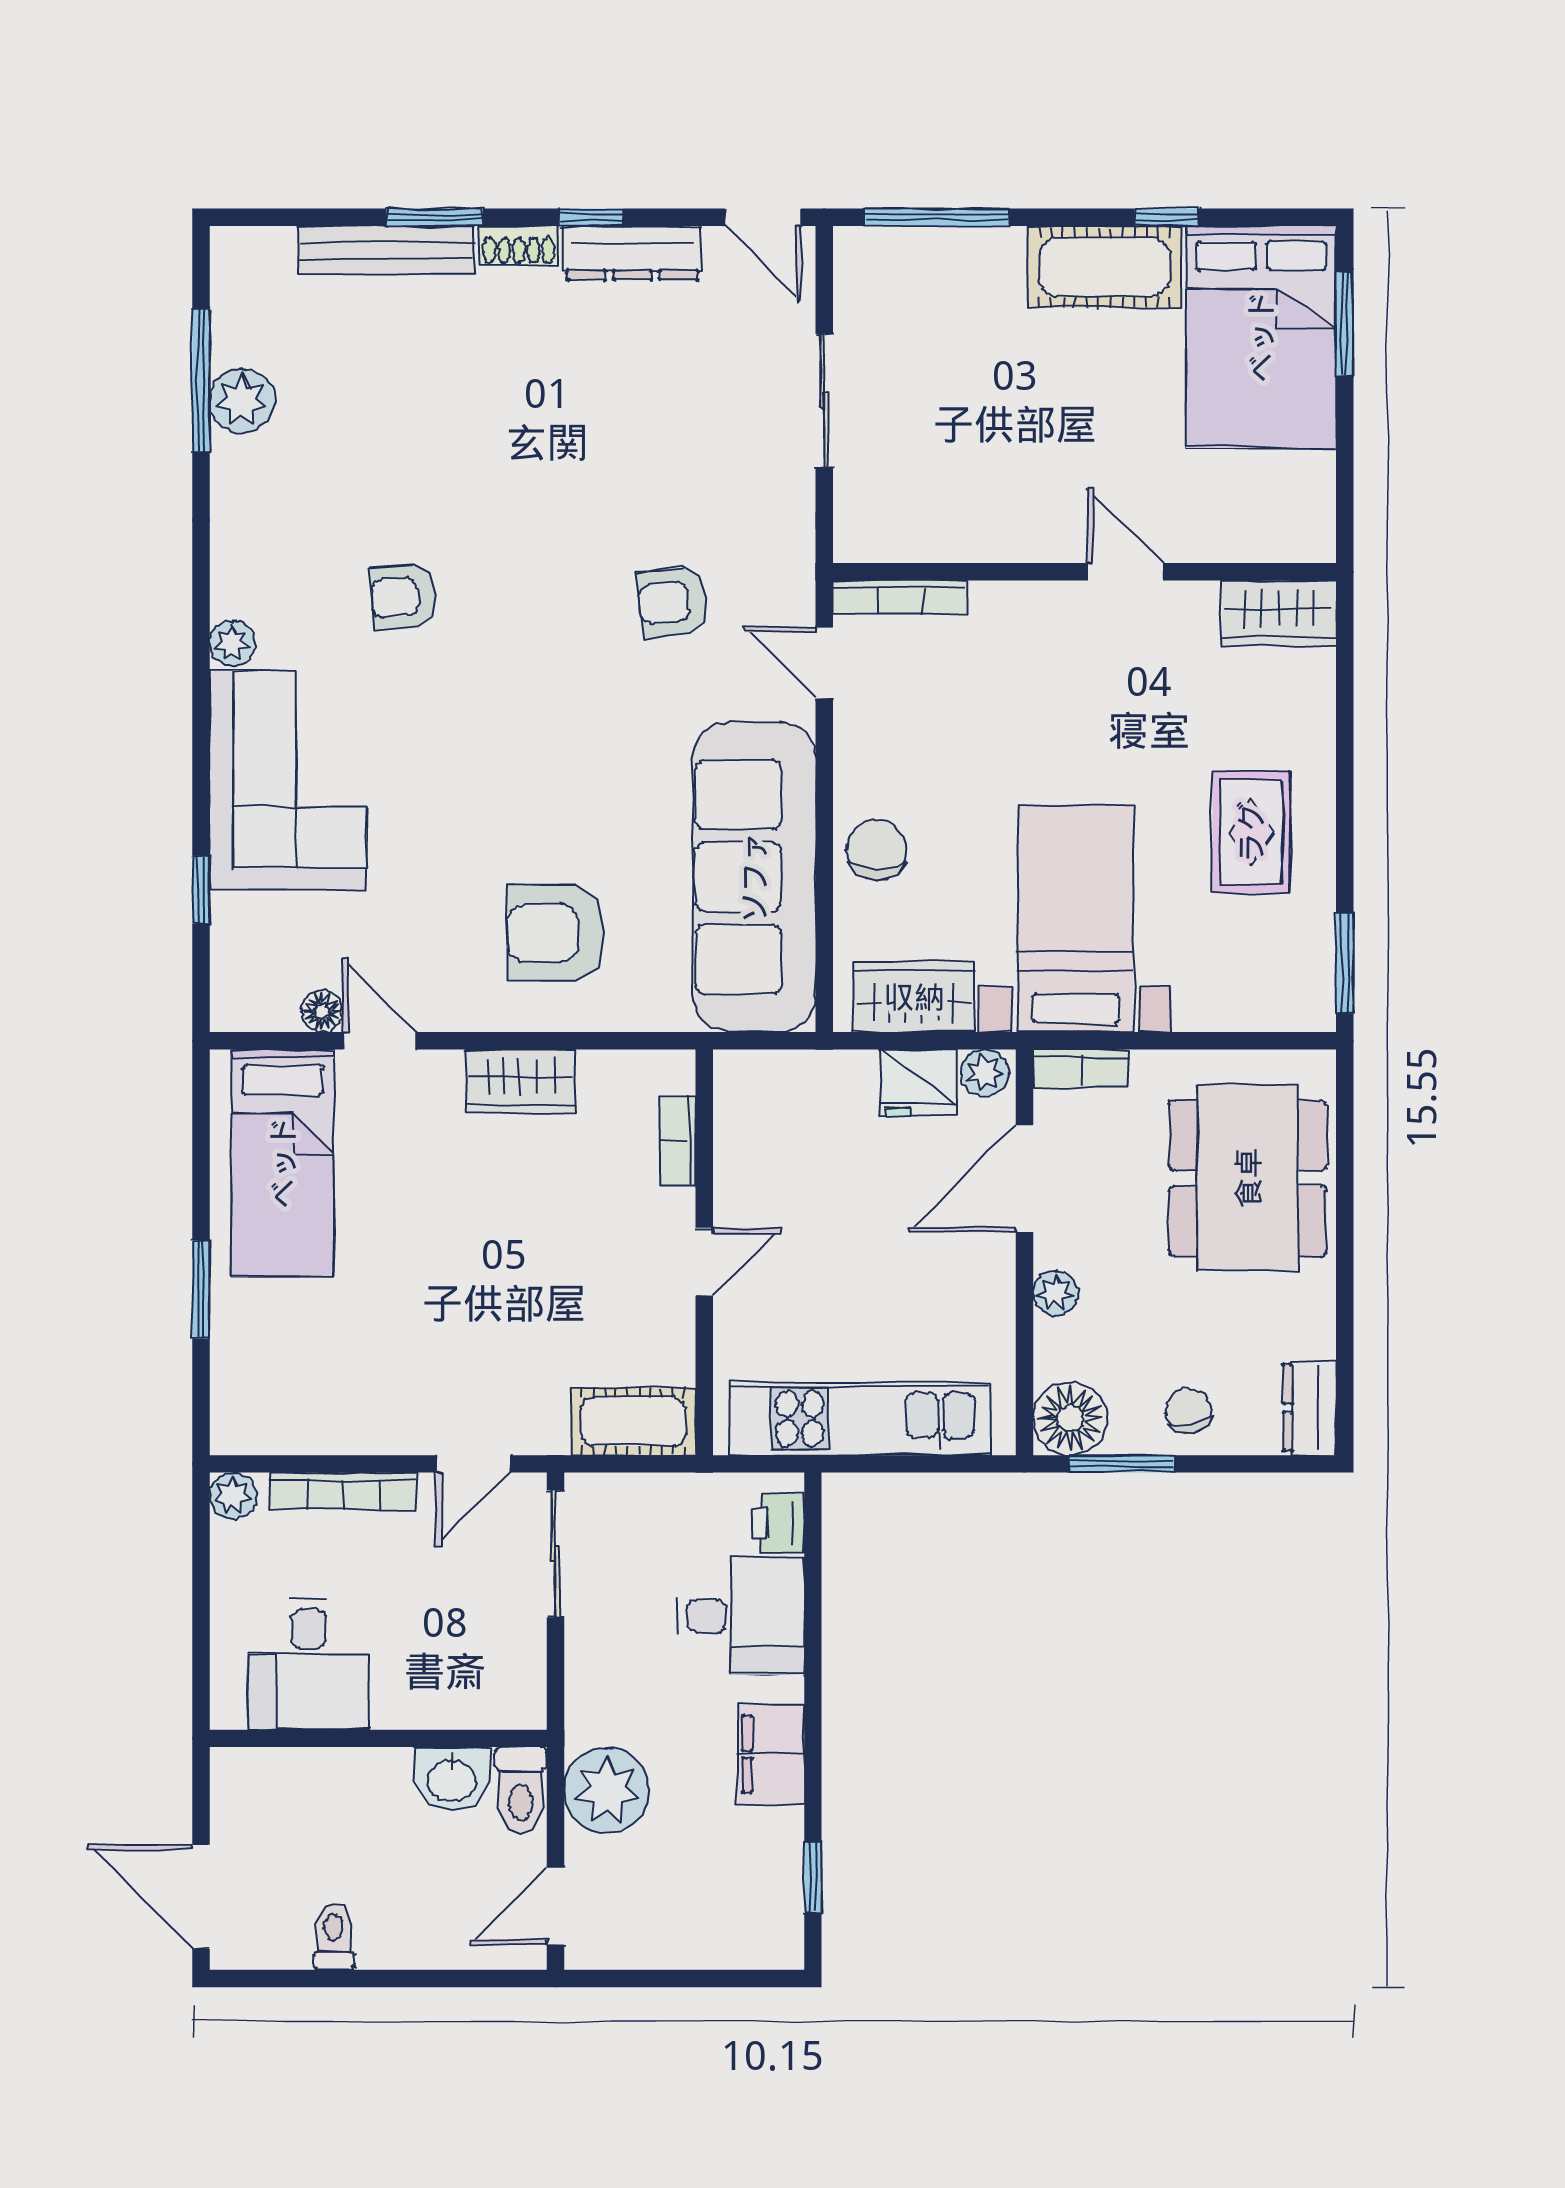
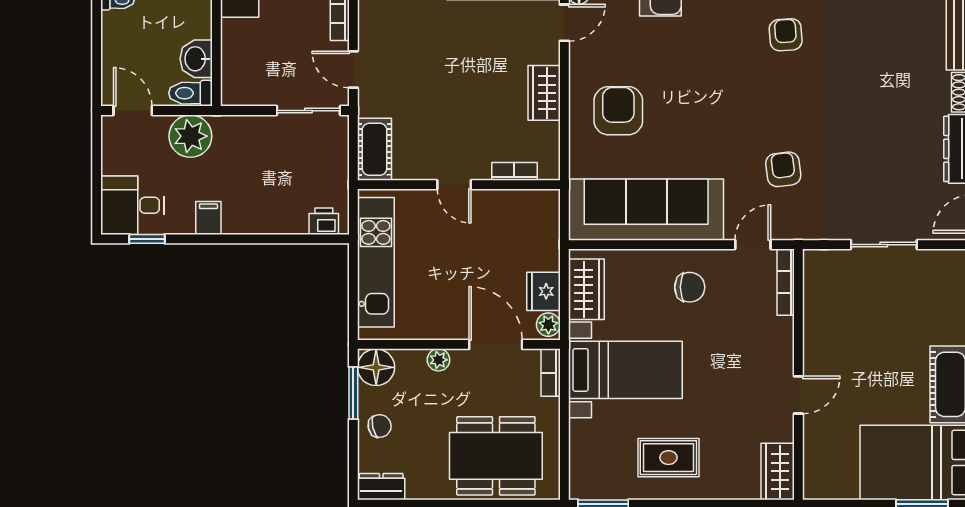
chair: (876, 850) -> (690, 287), moved
desk: (741, 1616) -> (133, 205), moved, turned 90
filing cabinet: (771, 1754) -> (208, 218), width x0.50

